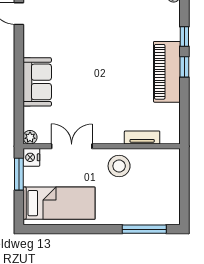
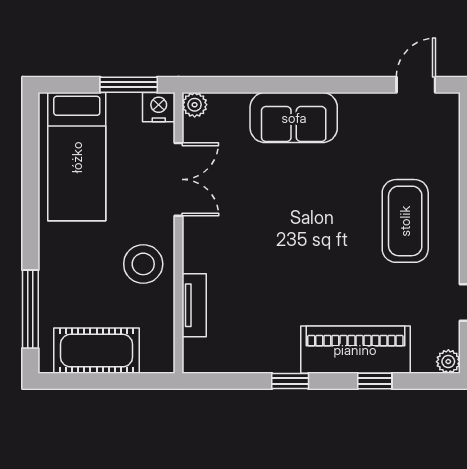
coffee table: (95, 20) -> (405, 221), added
window: (184, 67) -> (290, 381), moved
piano: (167, 72) -> (355, 350), moved
cot: (167, 192) -> (97, 351), added

